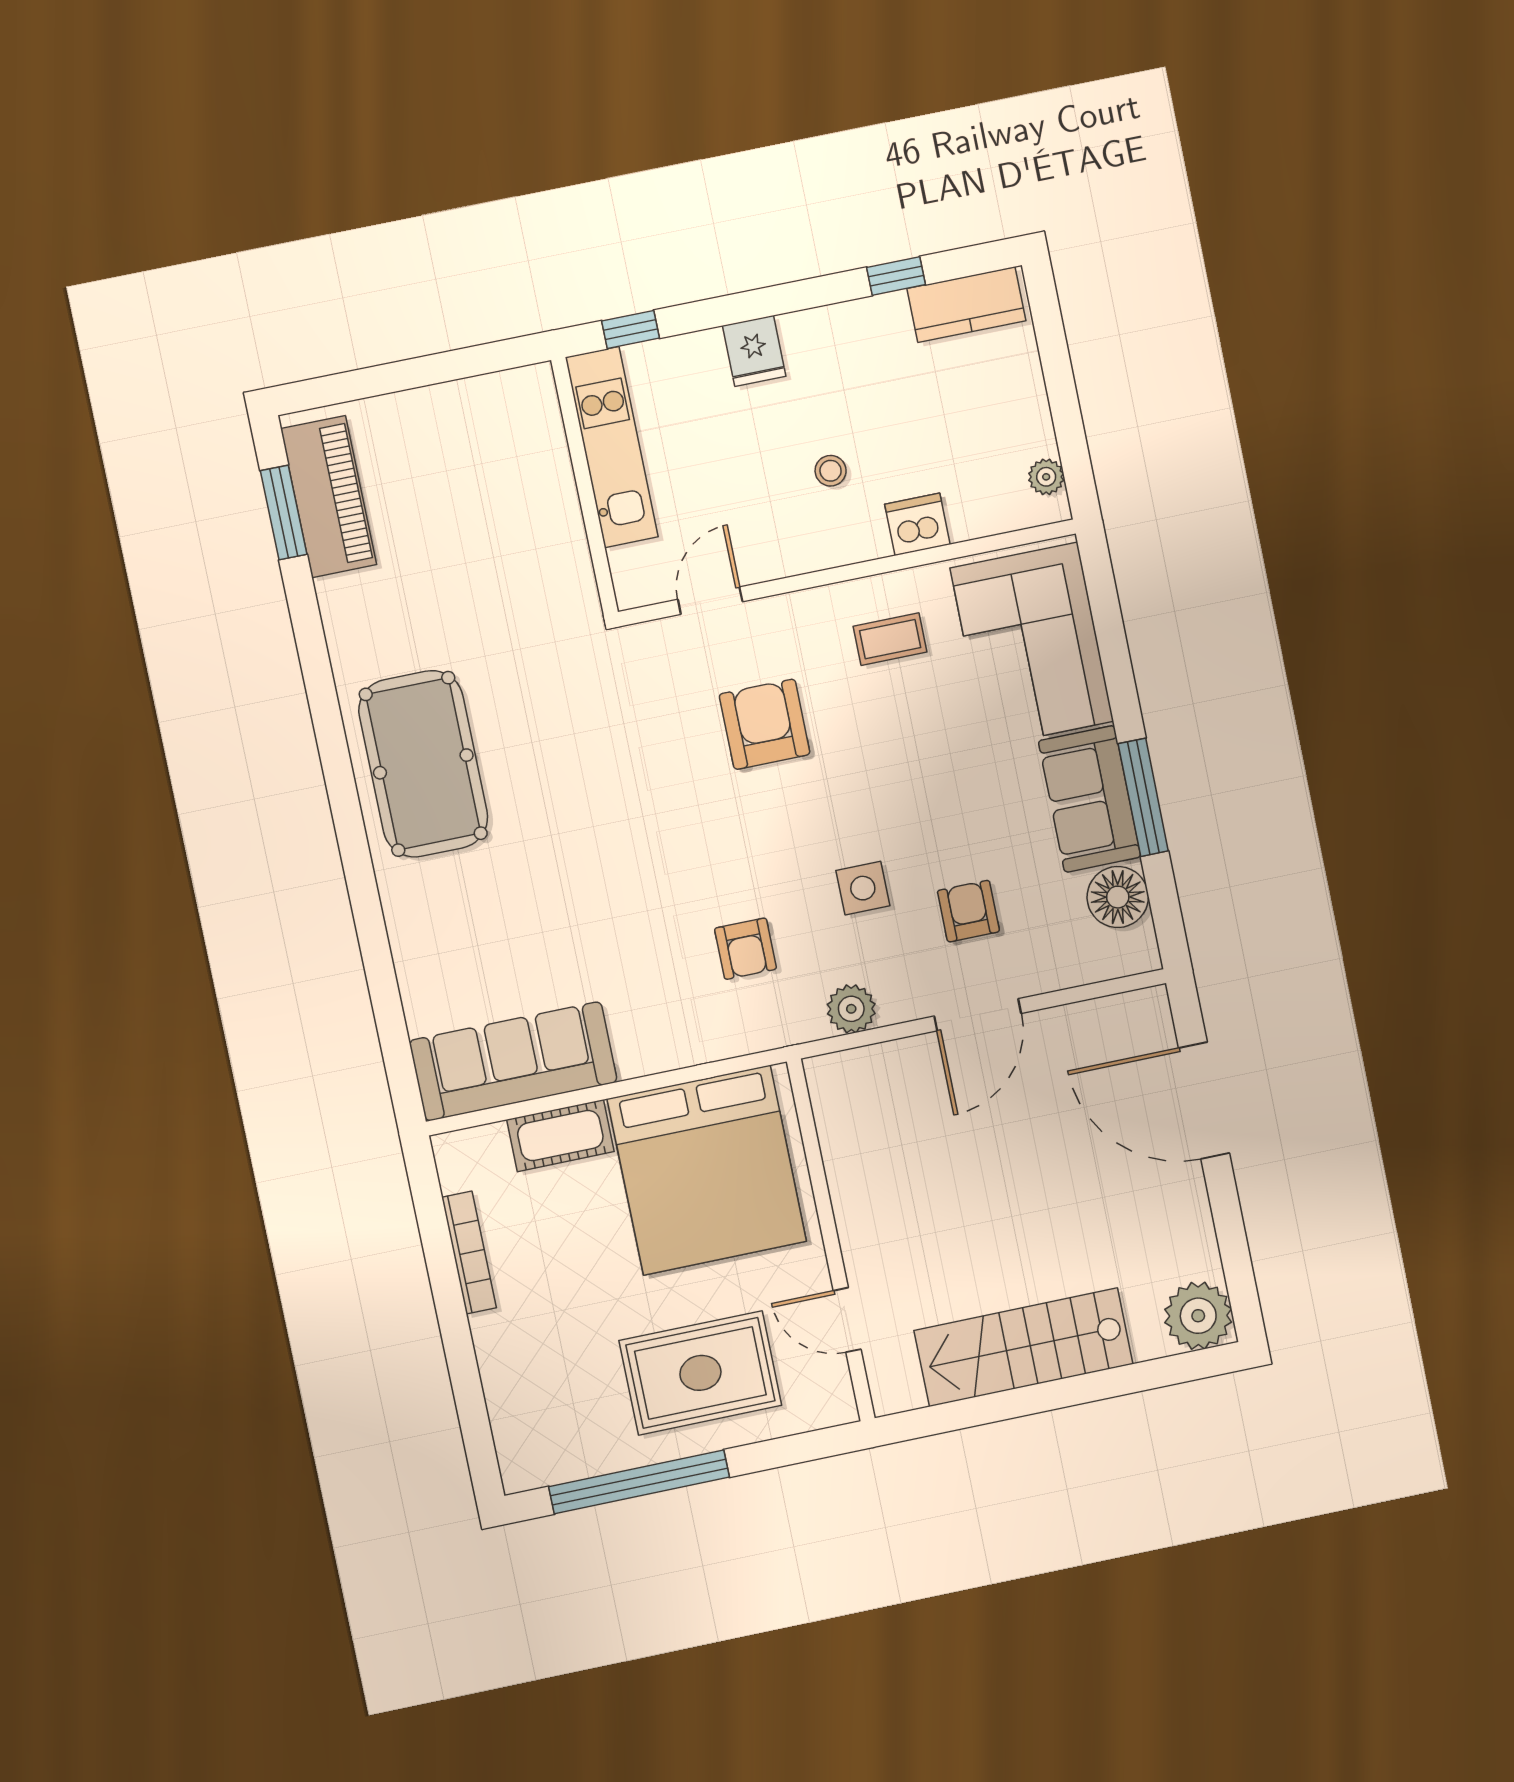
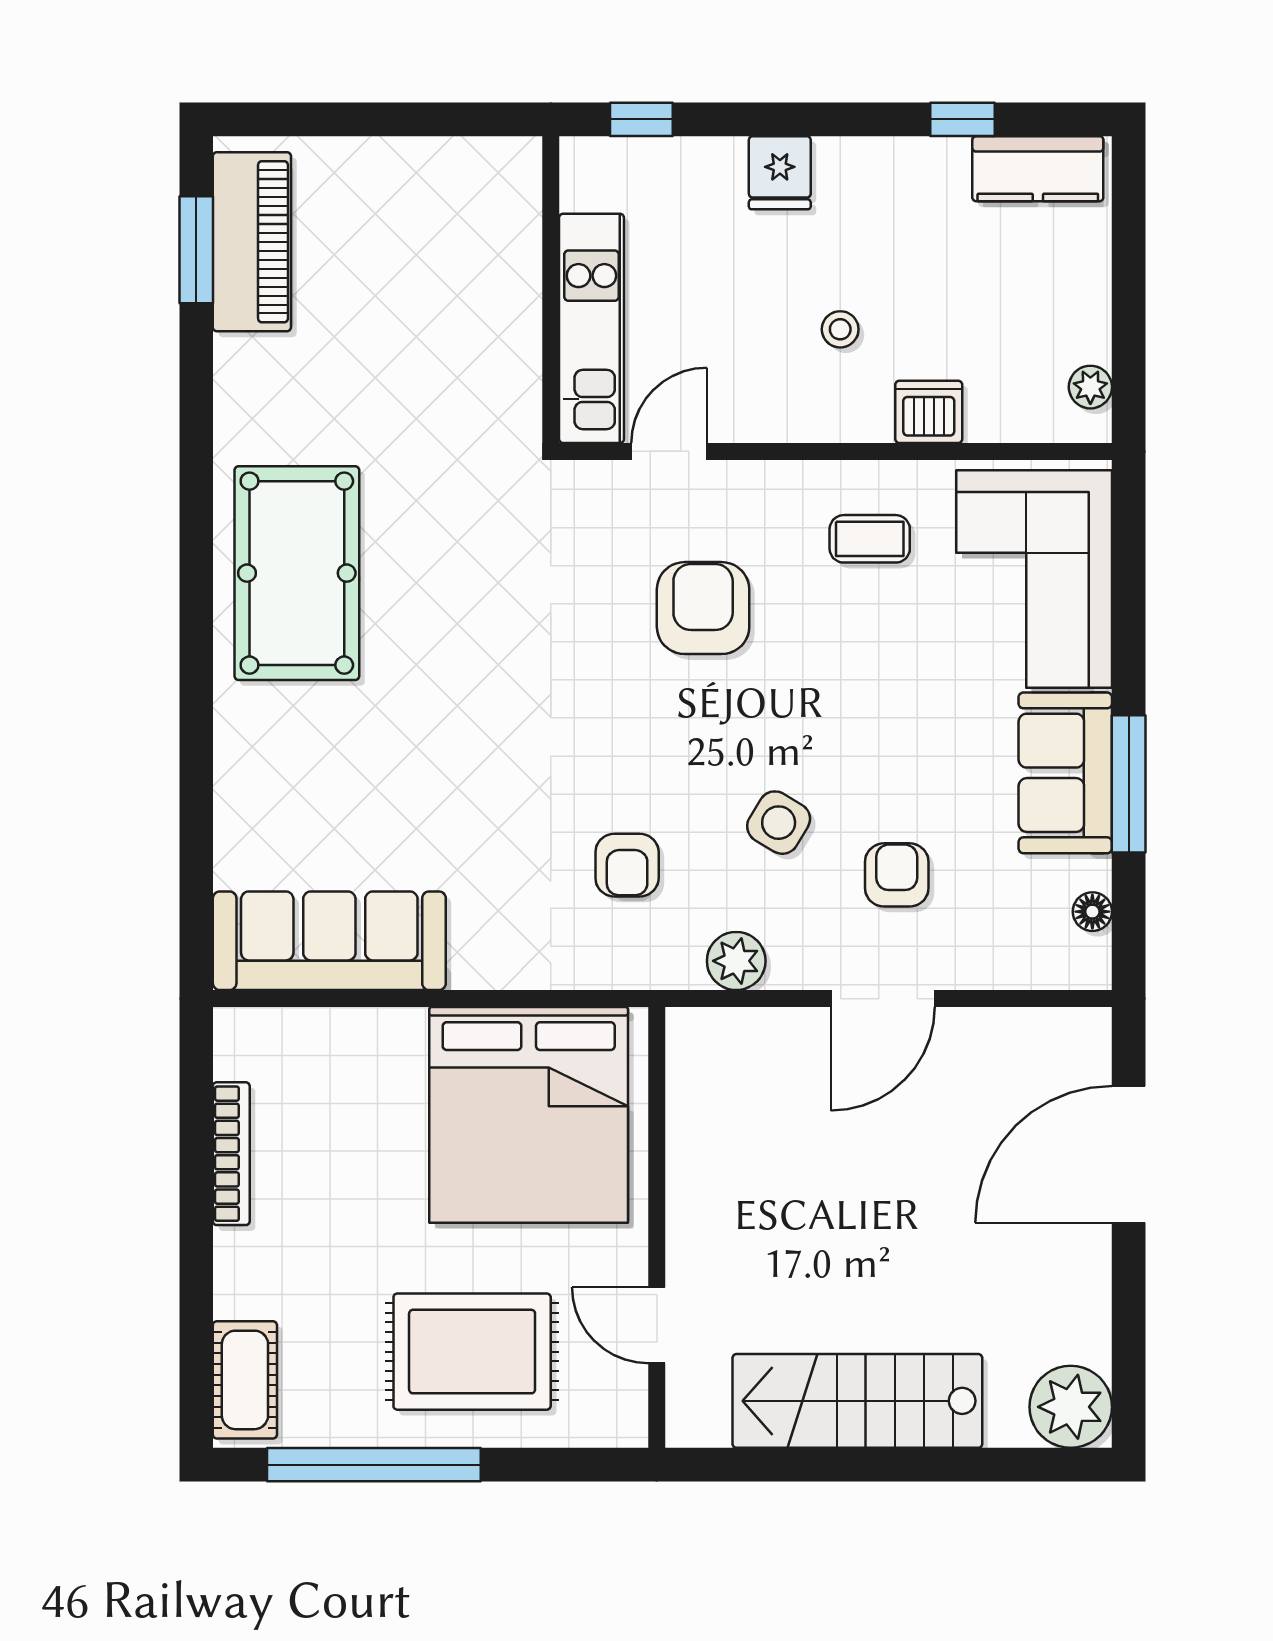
kitchen unit: (612, 447) -> (591, 328), moved
side table: (863, 888) -> (779, 823), turned 31
floor lamp: (1118, 897) -> (1092, 912), width x0.53, depth x0.53
door: (1204, 1101) -> (1129, 1154), hinge flipped
cot: (560, 1136) -> (245, 1380), moved, turned 90

